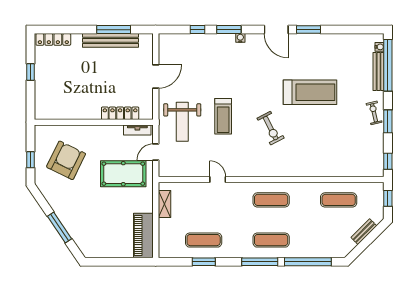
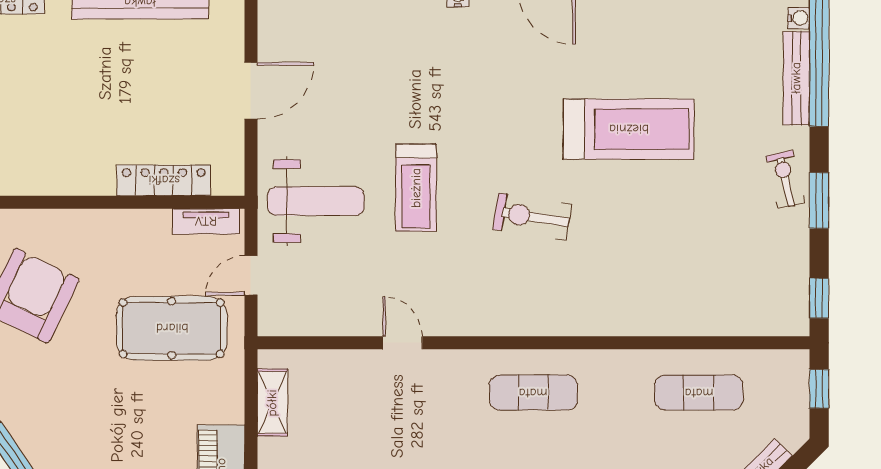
weight bench: (182, 122) -> (316, 201), turned -90
exercise bike: (271, 128) -> (532, 217), turned 126

